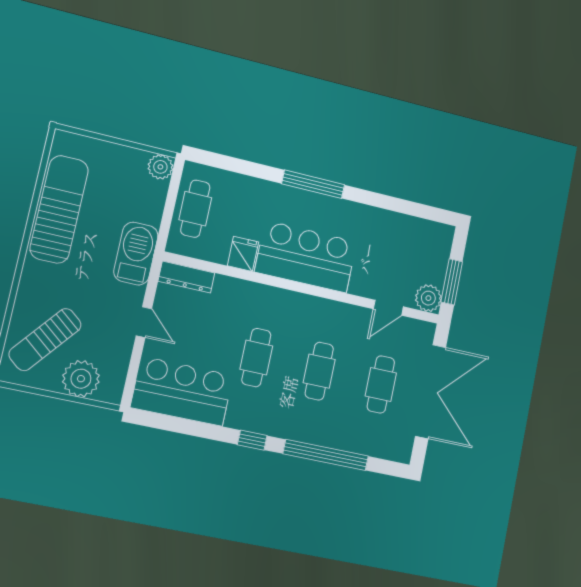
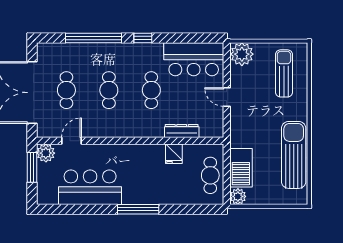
sun lounger: (59, 209) -> (294, 155), turned 180
barbecue: (136, 254) -> (241, 168), moved
bar counter: (306, 257) -> (90, 187), moved, turned 180
dresser: (186, 277) -> (182, 131), moved
sun lounger: (45, 339) -> (284, 73), turned -39
plant: (81, 379) -> (242, 54), moved

